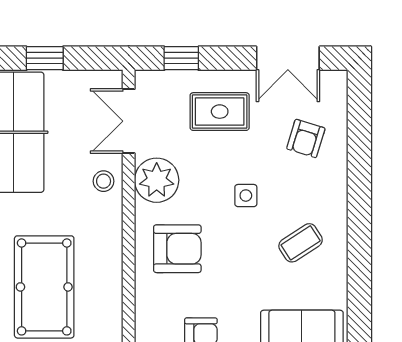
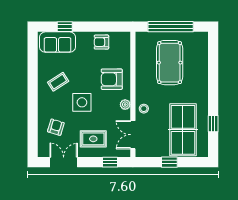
double door: (129, 121) -> (133, 135), swing flipped
plant: (157, 180) -> (125, 105), width x0.53, depth x0.53
side table: (246, 196) -> (82, 102), width x1.87, depth x1.87

